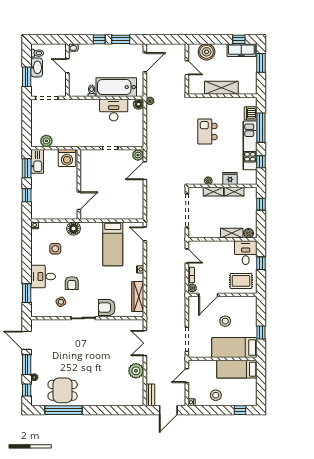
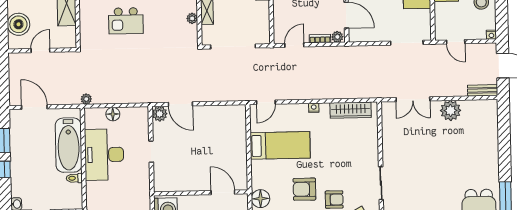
floor lamp: (139, 104) -> (113, 114), moved
desk: (114, 110) -> (104, 155), width x1.36, depth x1.30
armchair: (107, 308) -> (304, 189), moved, turned 90

